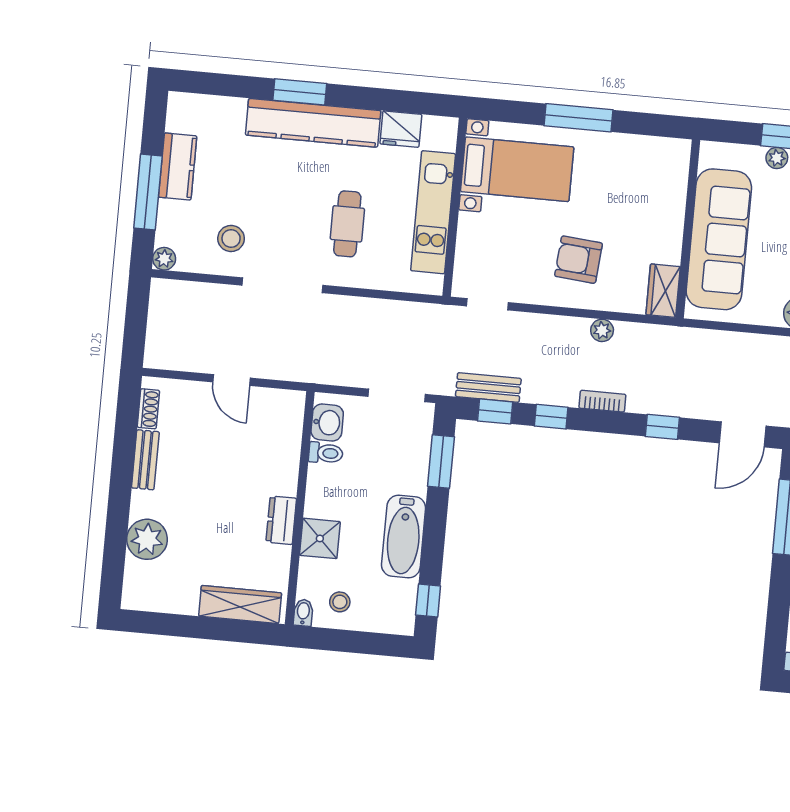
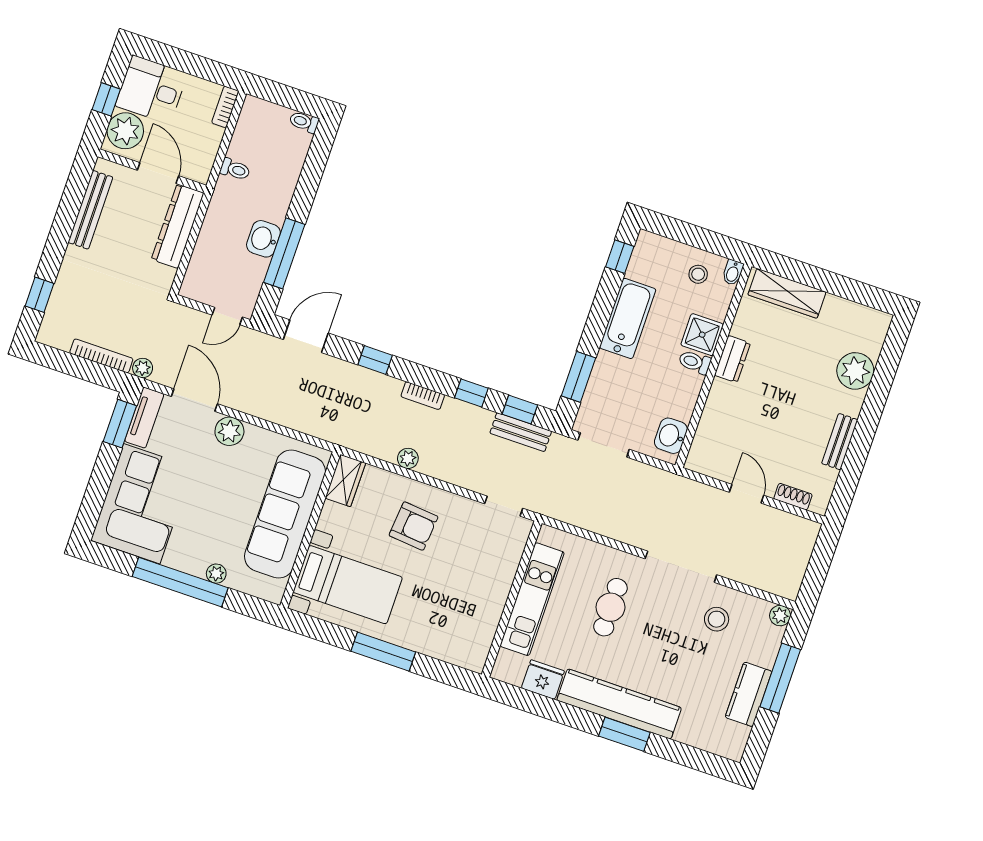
bed with nightstands: (517, 169) -> (348, 585), moved, turned 180
shoe rack: (148, 409) -> (793, 497), moved, turned 90
toilet: (326, 453) -> (695, 362), moved

